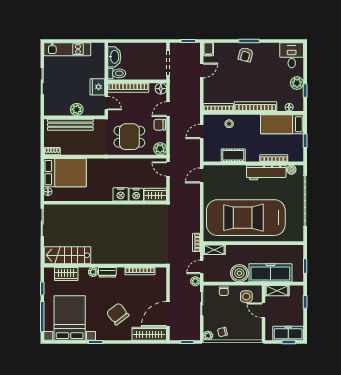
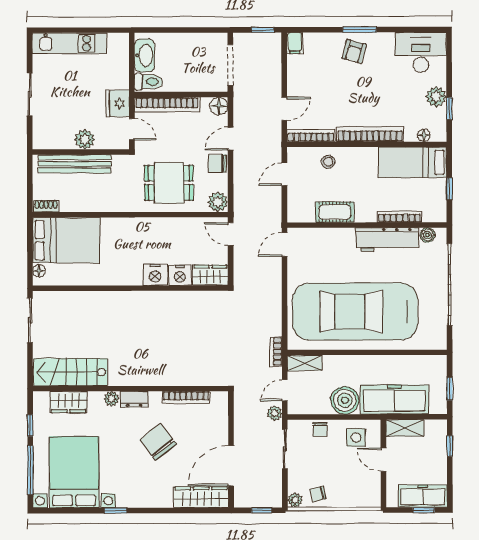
desk: (292, 55) -> (421, 52), width x1.37
door: (202, 70) -> (284, 109), moved
chair: (118, 314) -> (158, 442), moved

